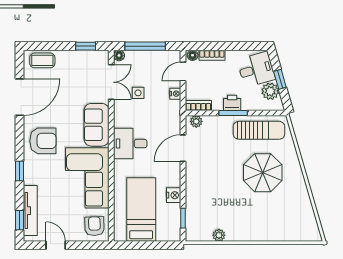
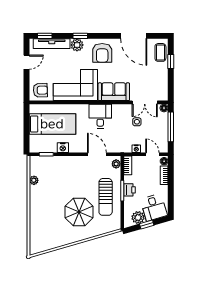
window: (86, 46) -> (171, 62), moved
sun lounger: (259, 130) -> (106, 197), moved
plant: (32, 176) -> (77, 45), added

